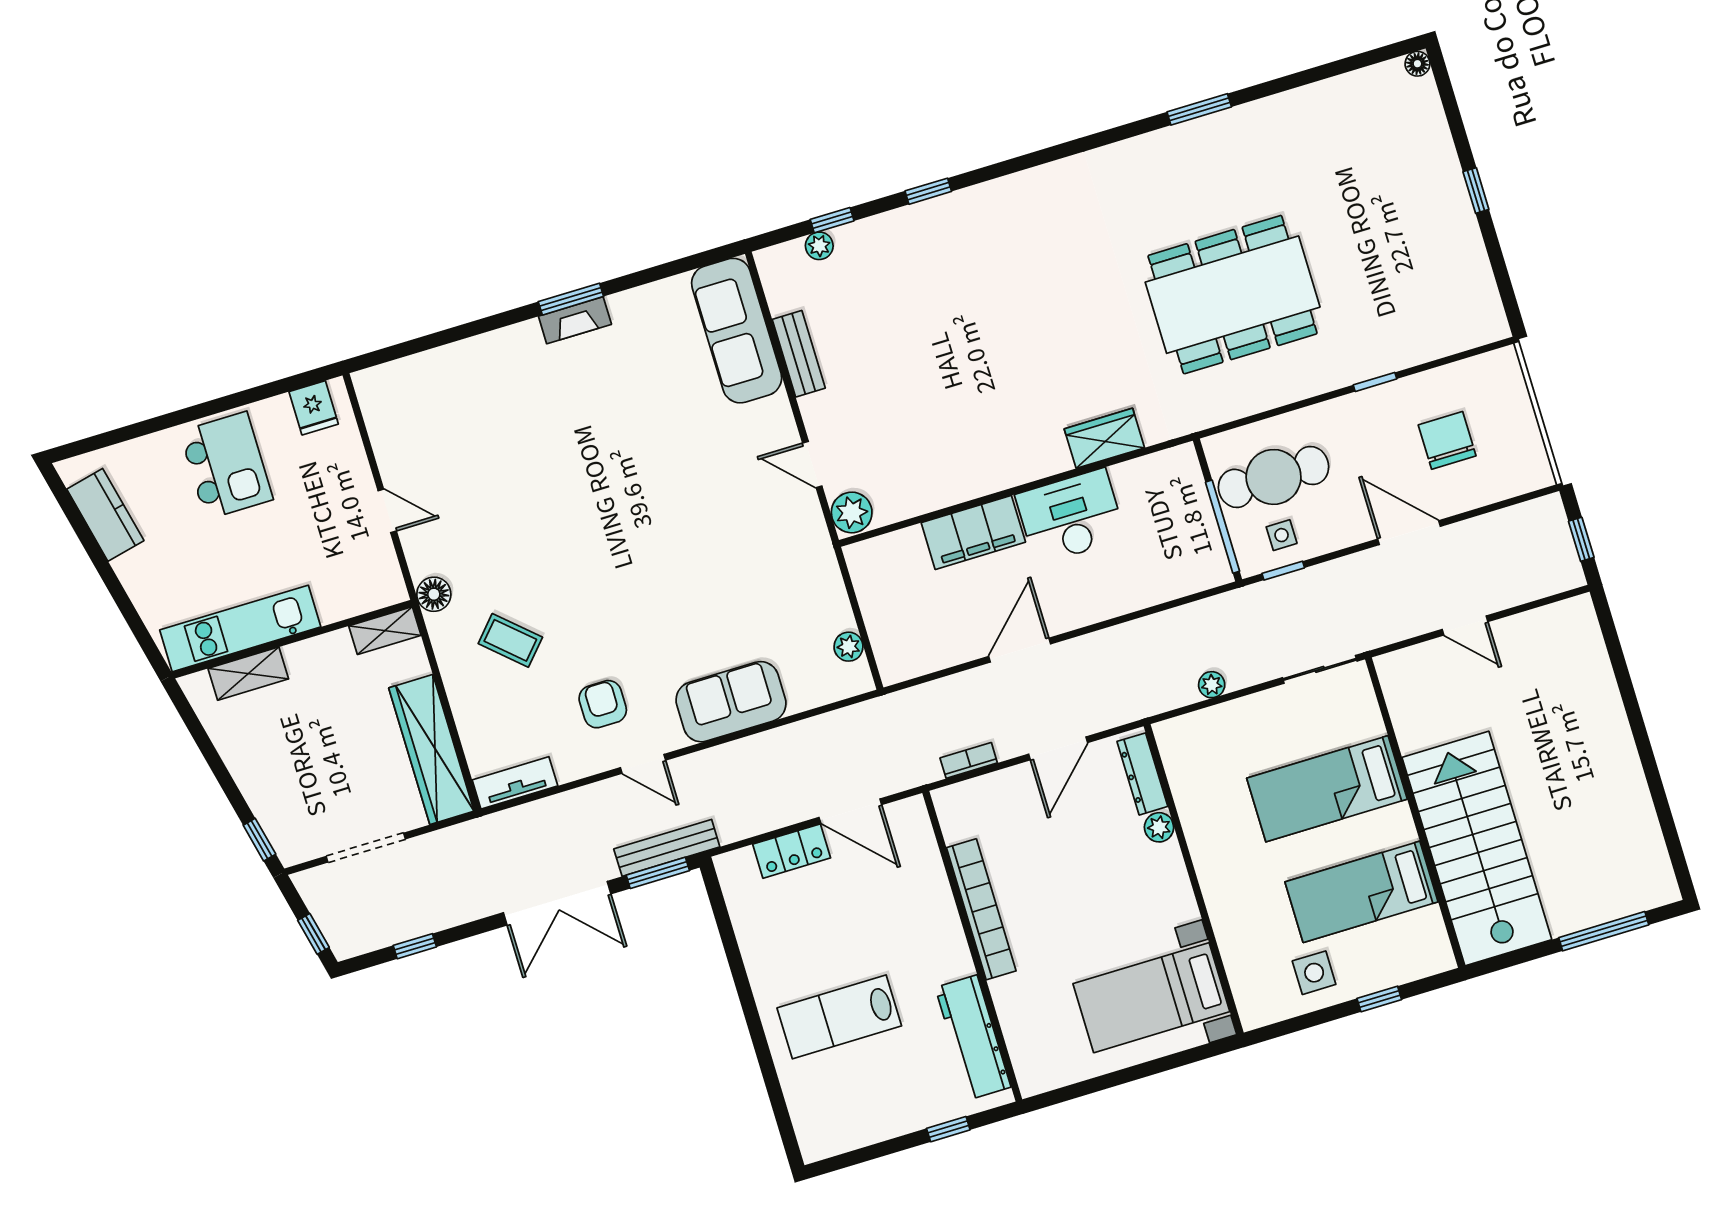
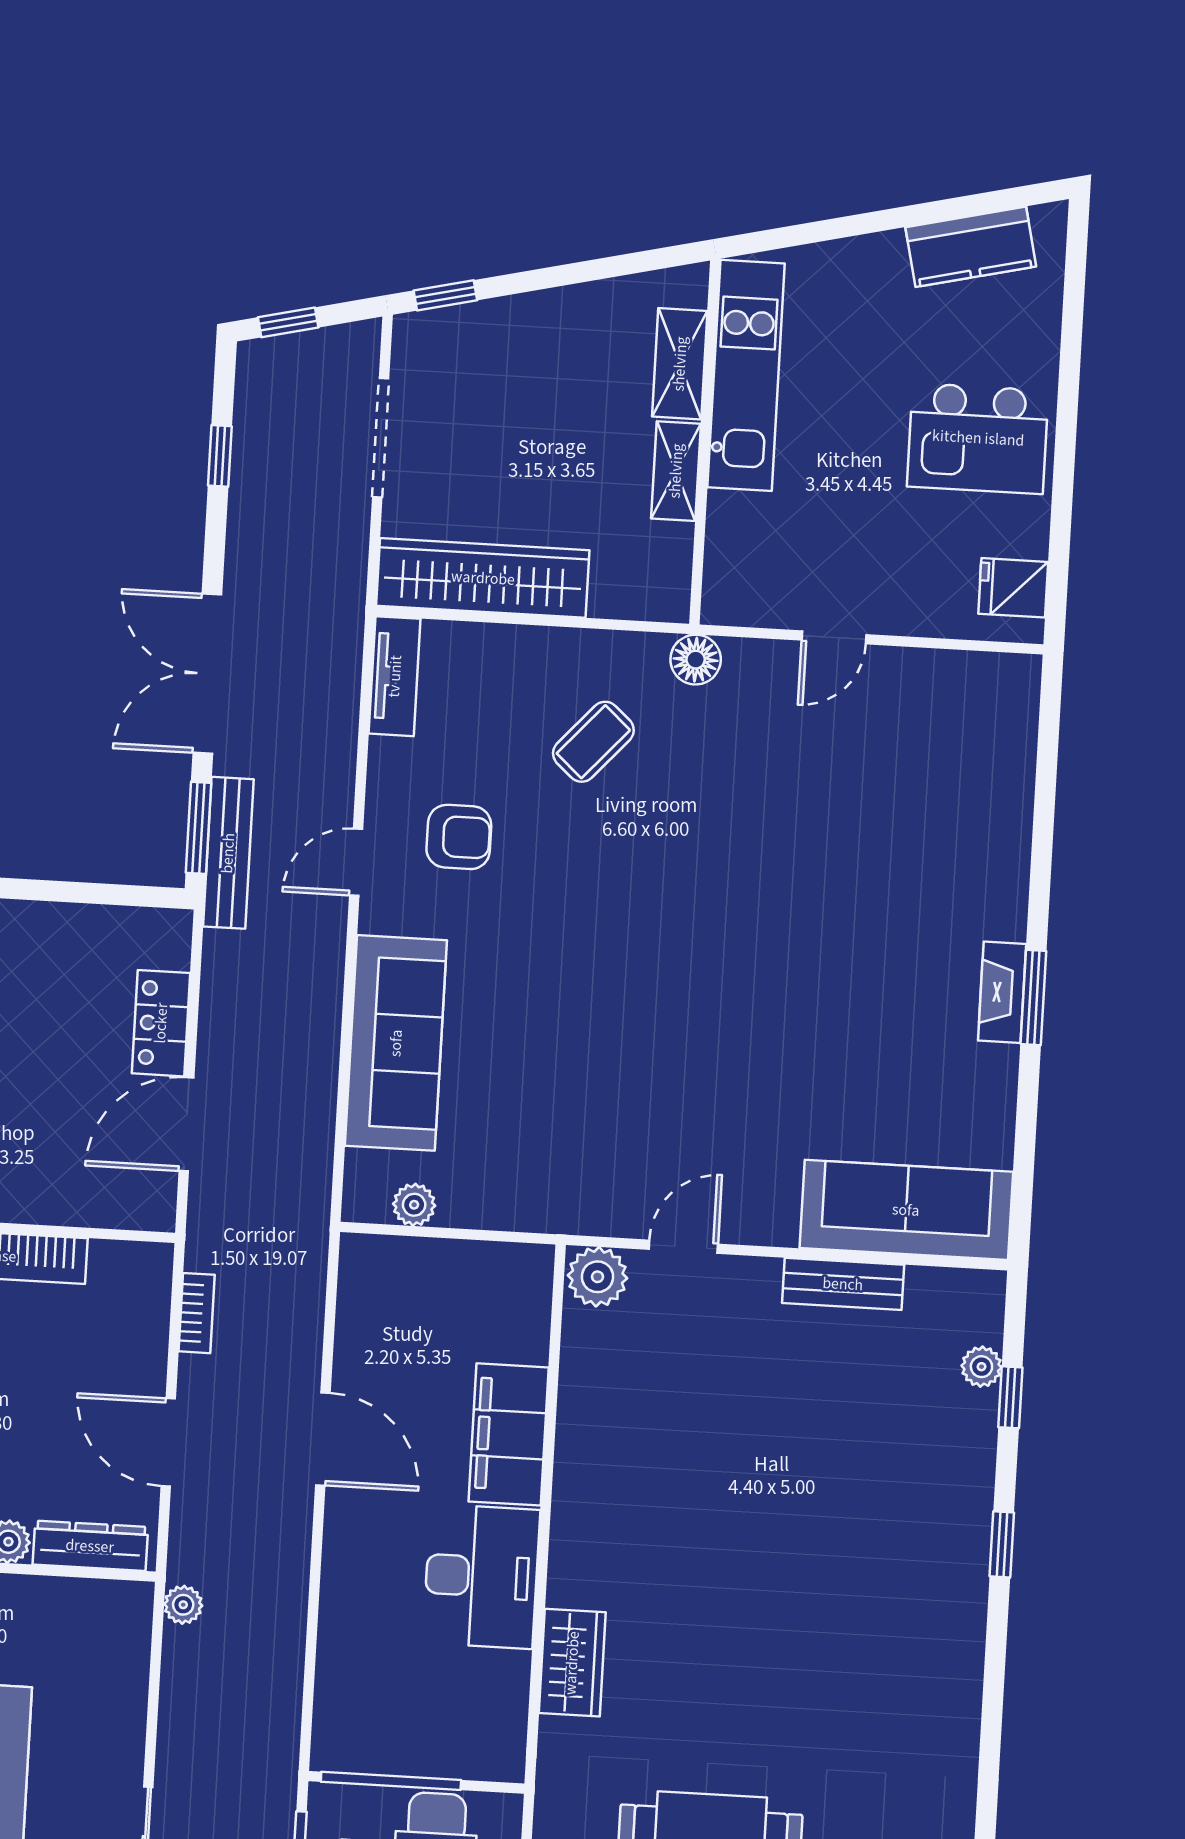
shelving: (385, 631) -> (676, 471), moved
plant: (1212, 685) -> (183, 1605), moved
sofa: (731, 702) -> (396, 1043), width x1.36

